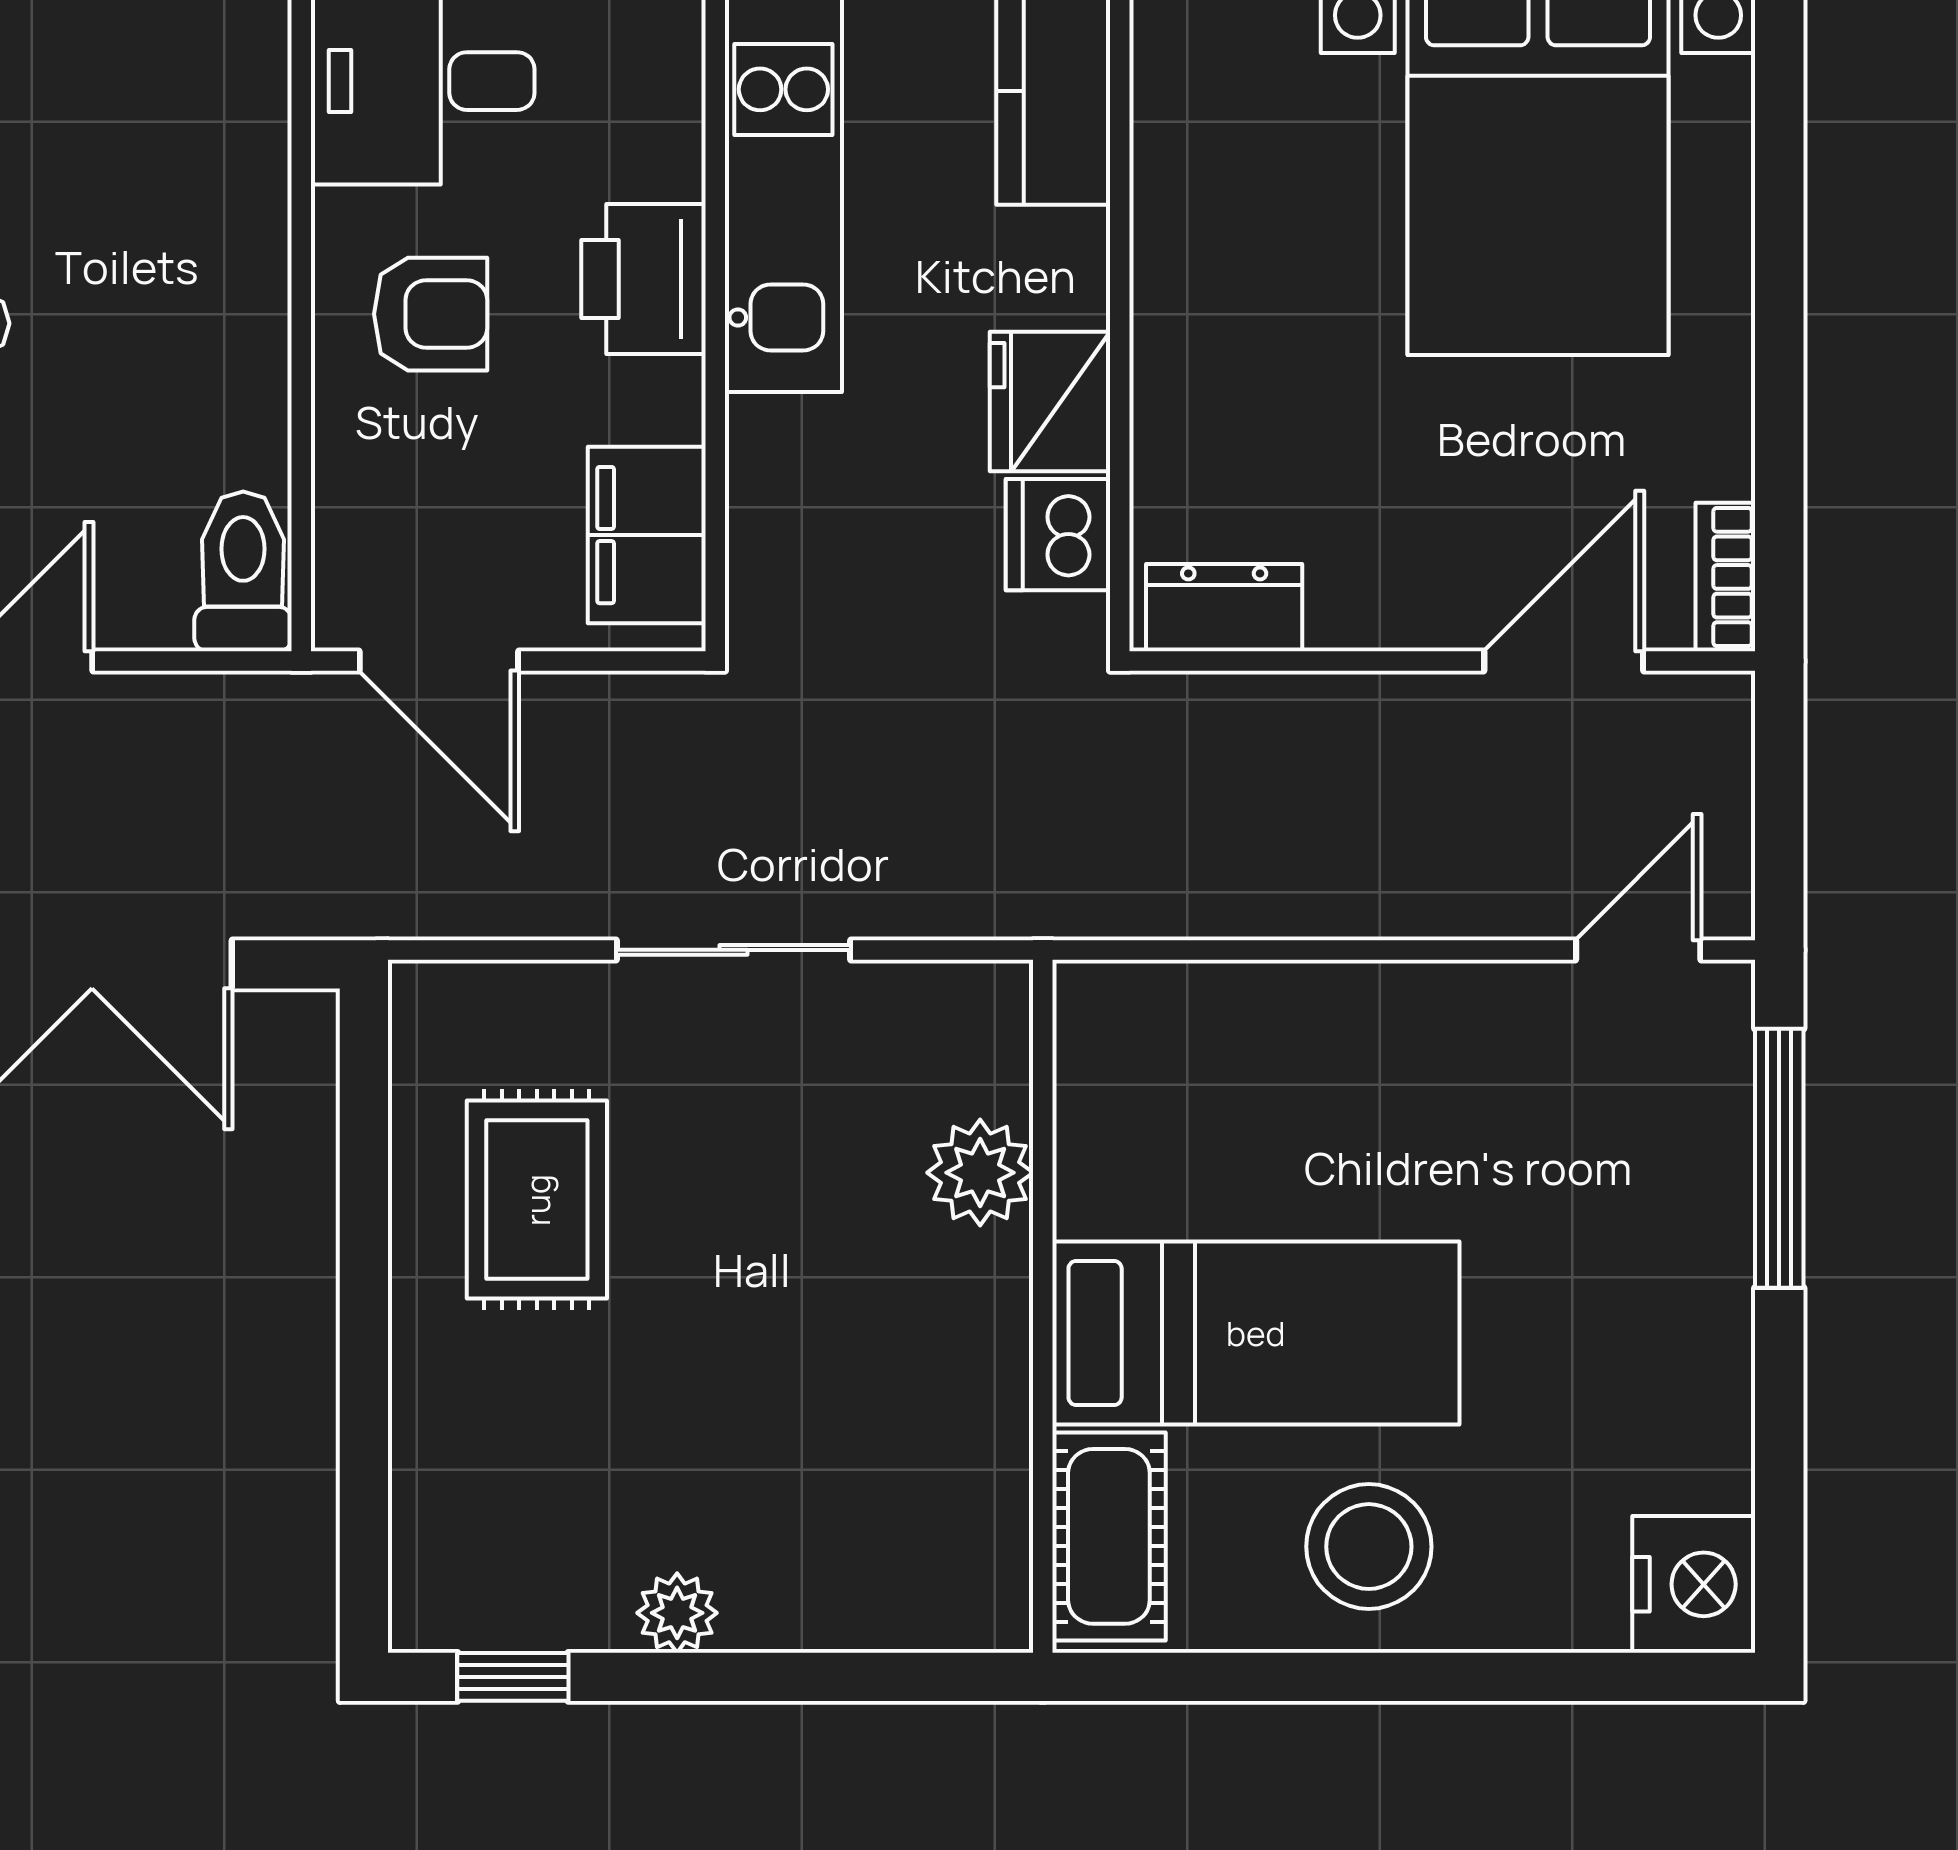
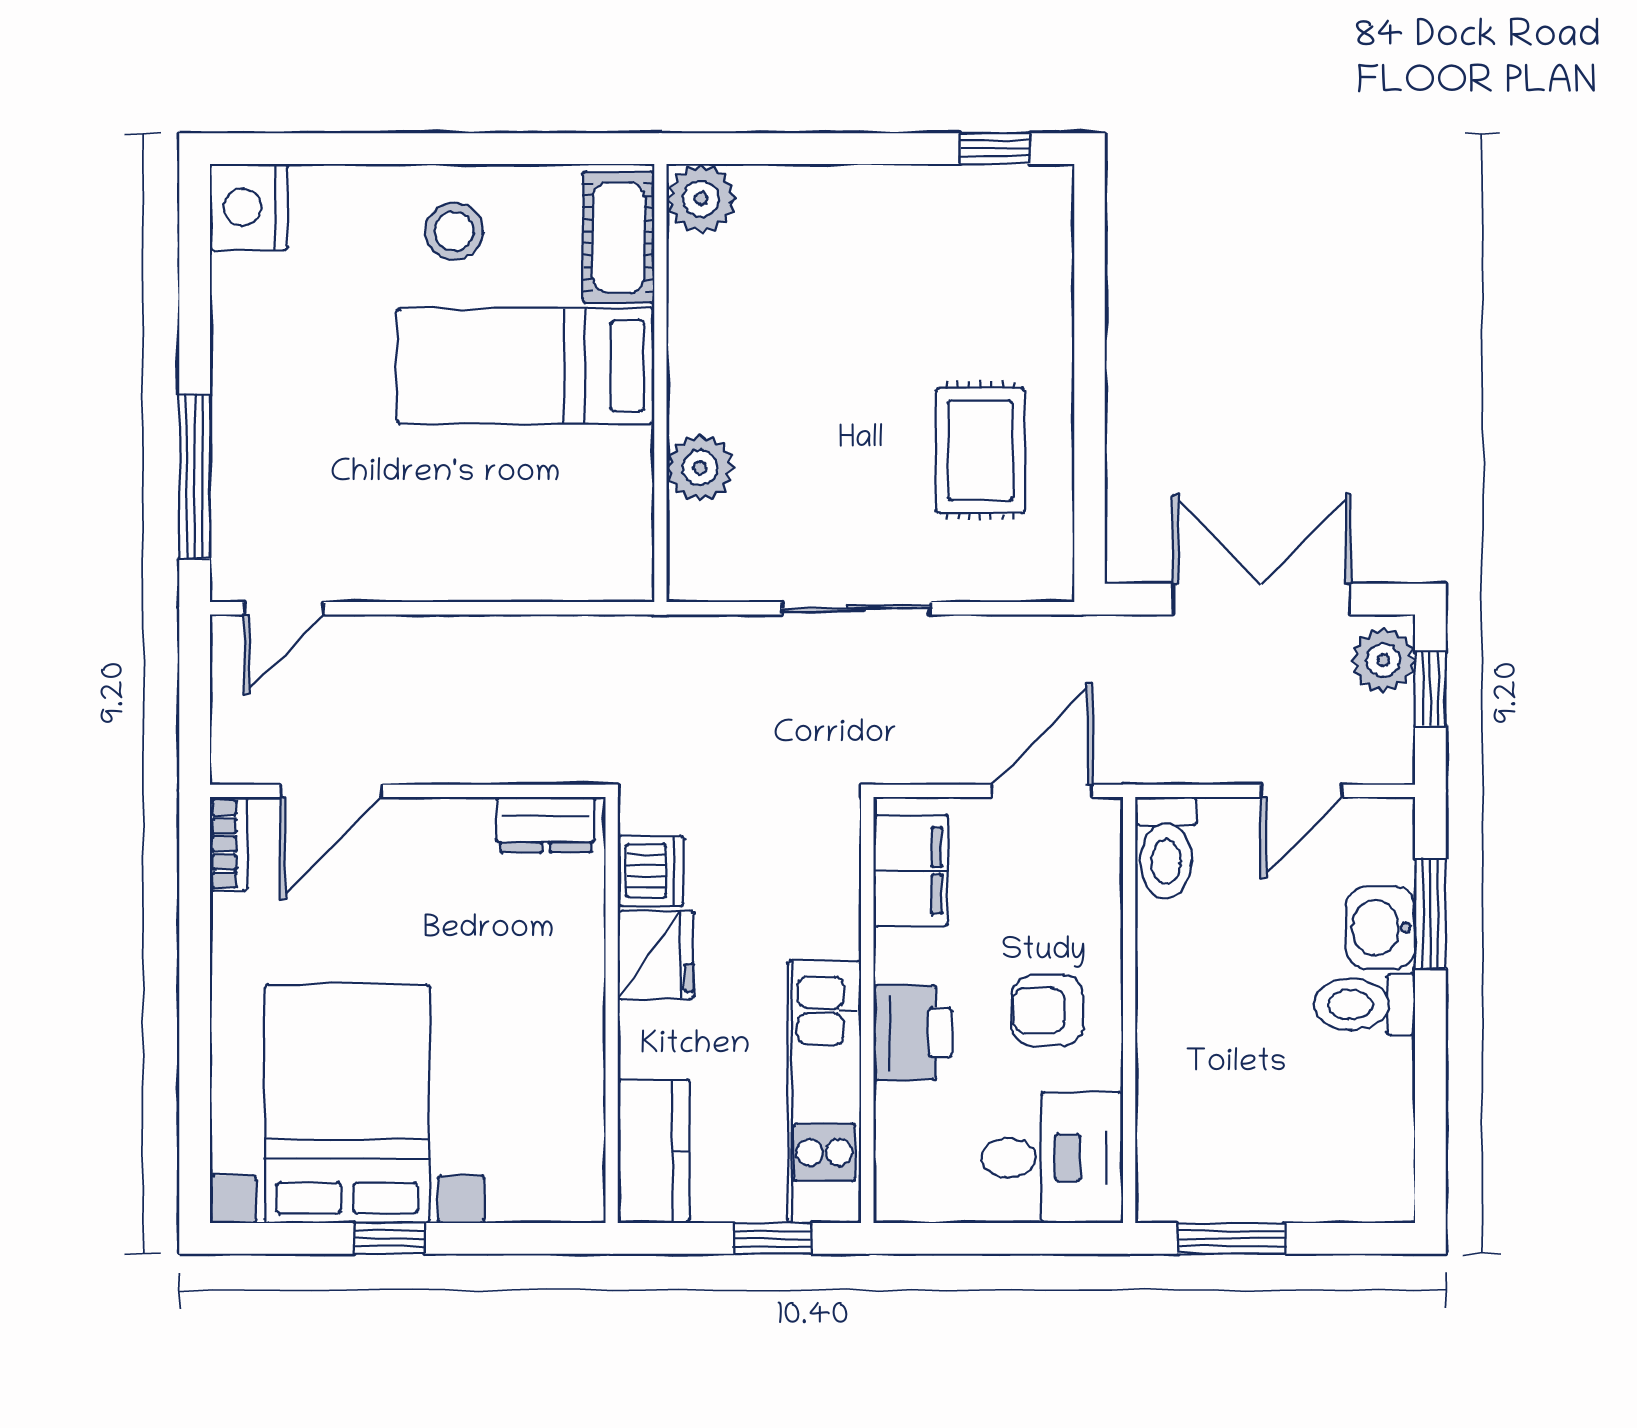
door: (439, 661) -> (1042, 791), hinge flipped
stool: (1369, 1547) -> (454, 231), width x0.73, depth x0.73
plant: (677, 1613) -> (701, 199), moved, width x1.38, depth x1.38

